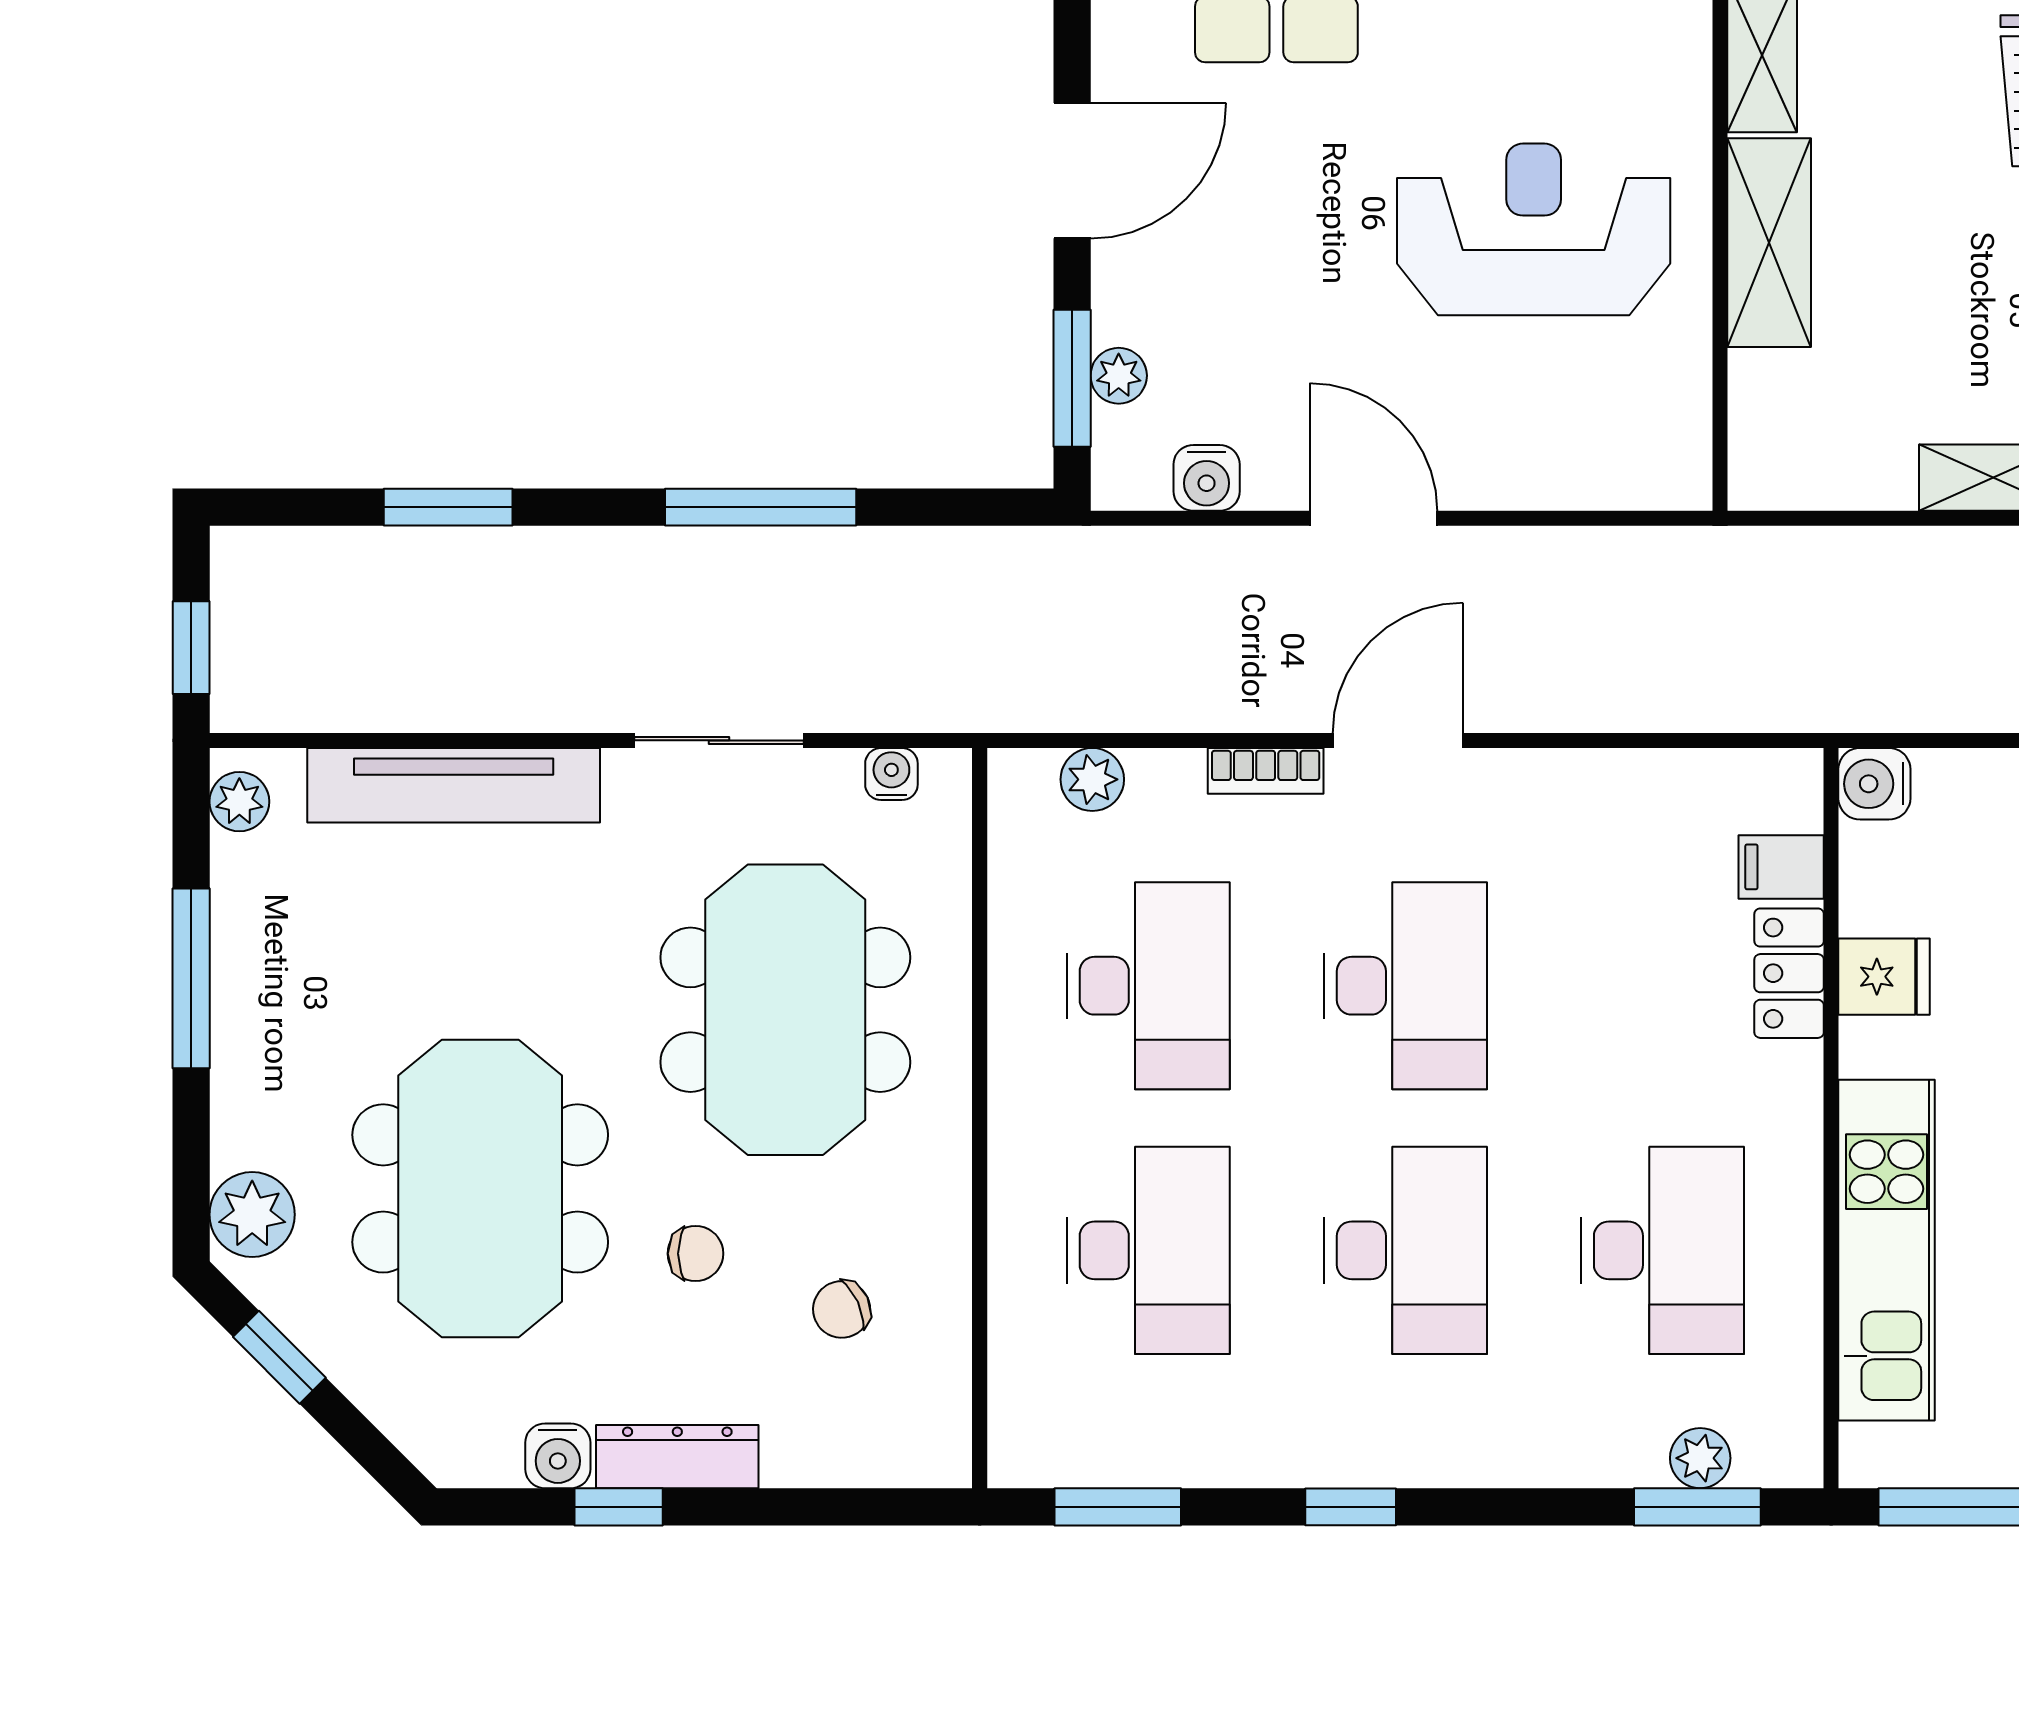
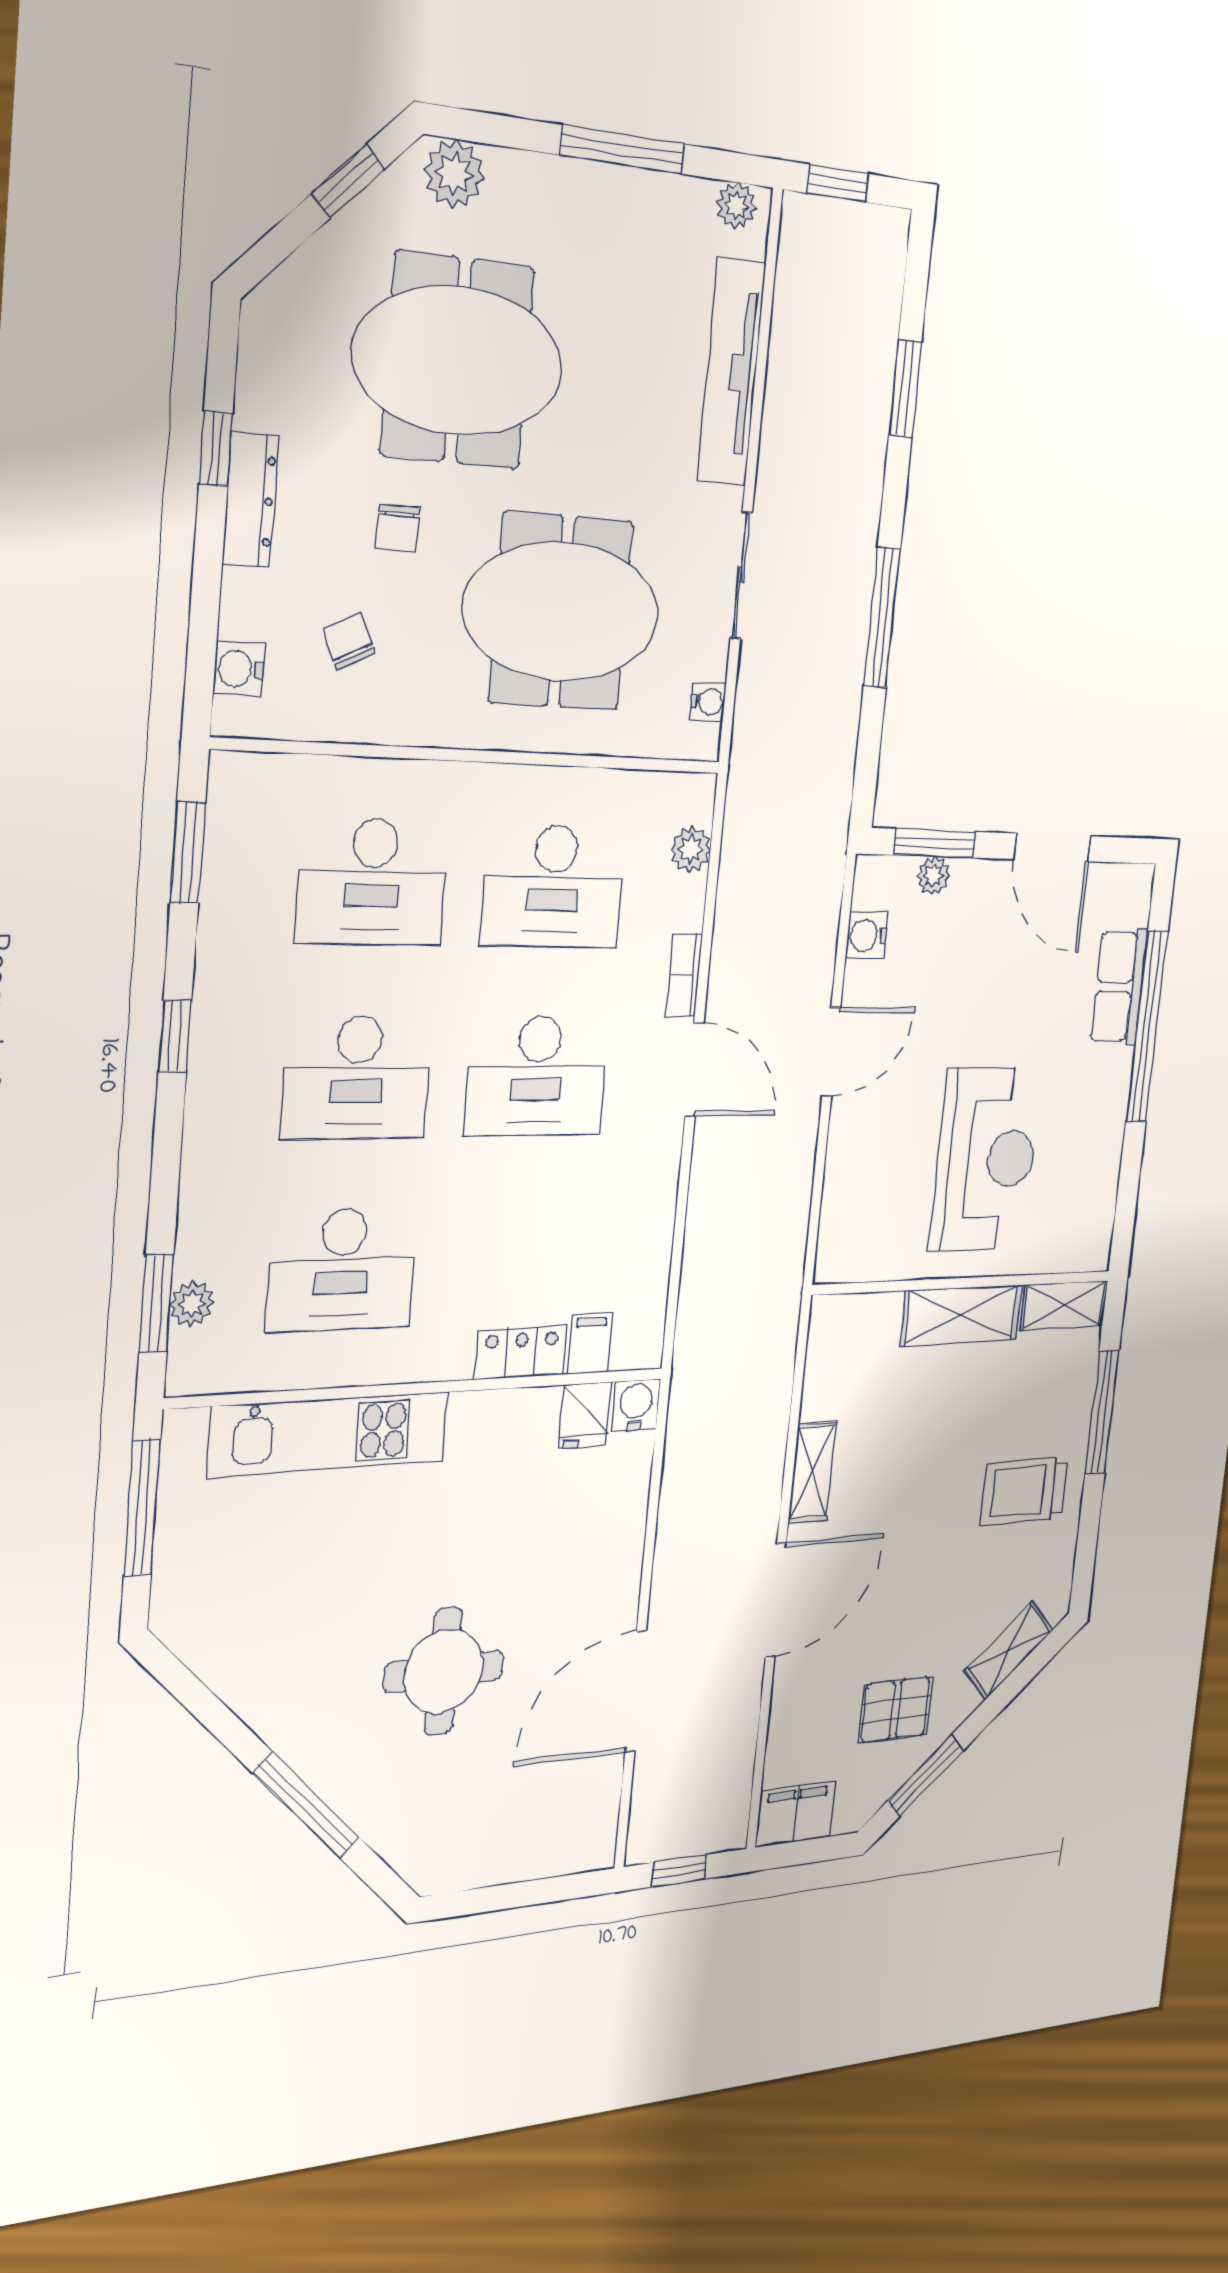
fridge: (1884, 977) -> (585, 1415), moved
water cooler: (558, 1456) -> (239, 669), moved

